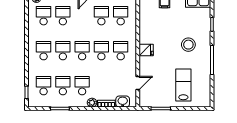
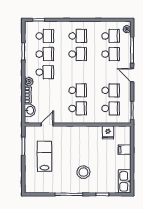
fridge: (146, 50) -> (108, 132), moved
school desk: (82, 51) -> (78, 72), removed
door: (138, 83) -> (47, 125), swing flipped
lab bench: (183, 85) -> (44, 156), moved, turned -90

